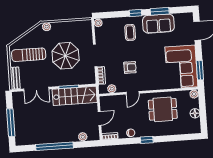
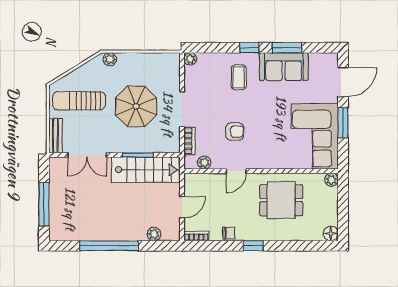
window: (200, 70) -> (343, 123), moved
floor lamp: (195, 113) -> (331, 233), moved

